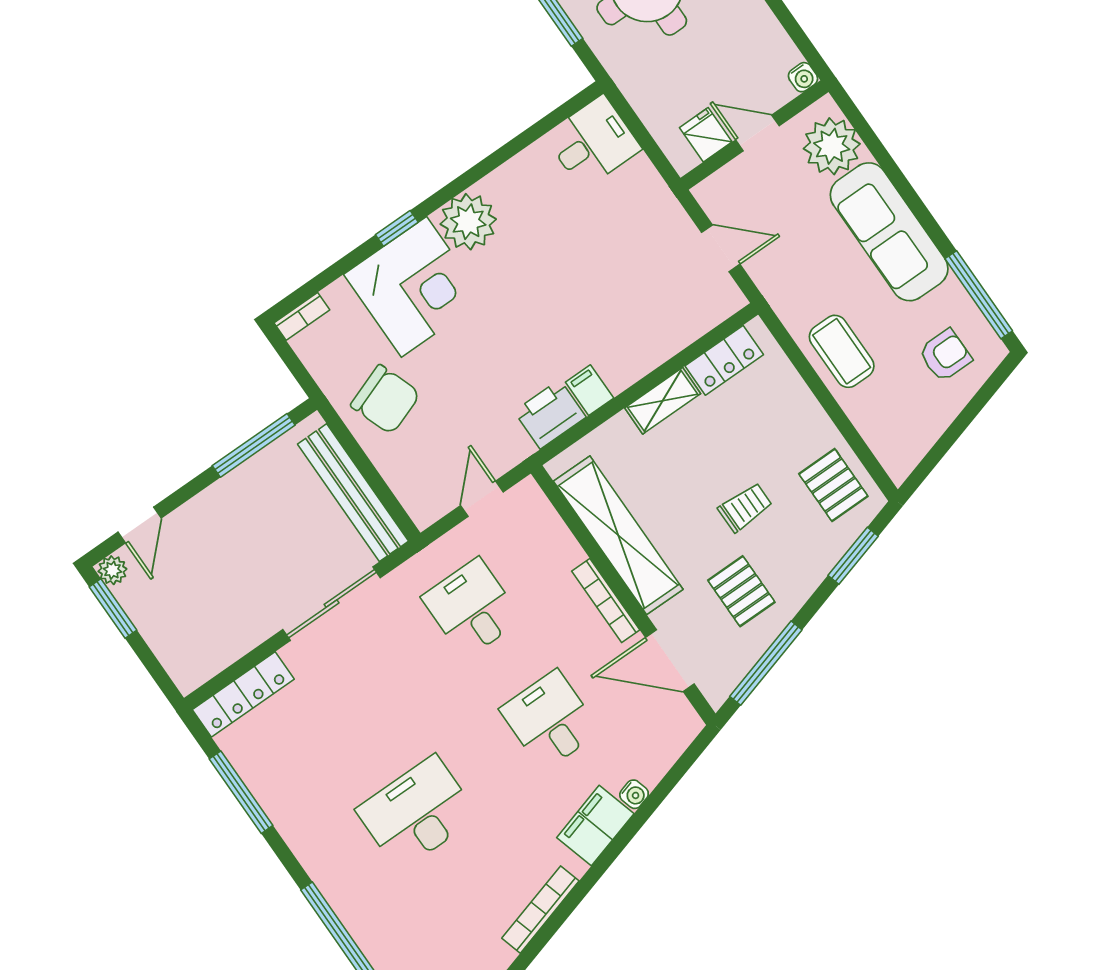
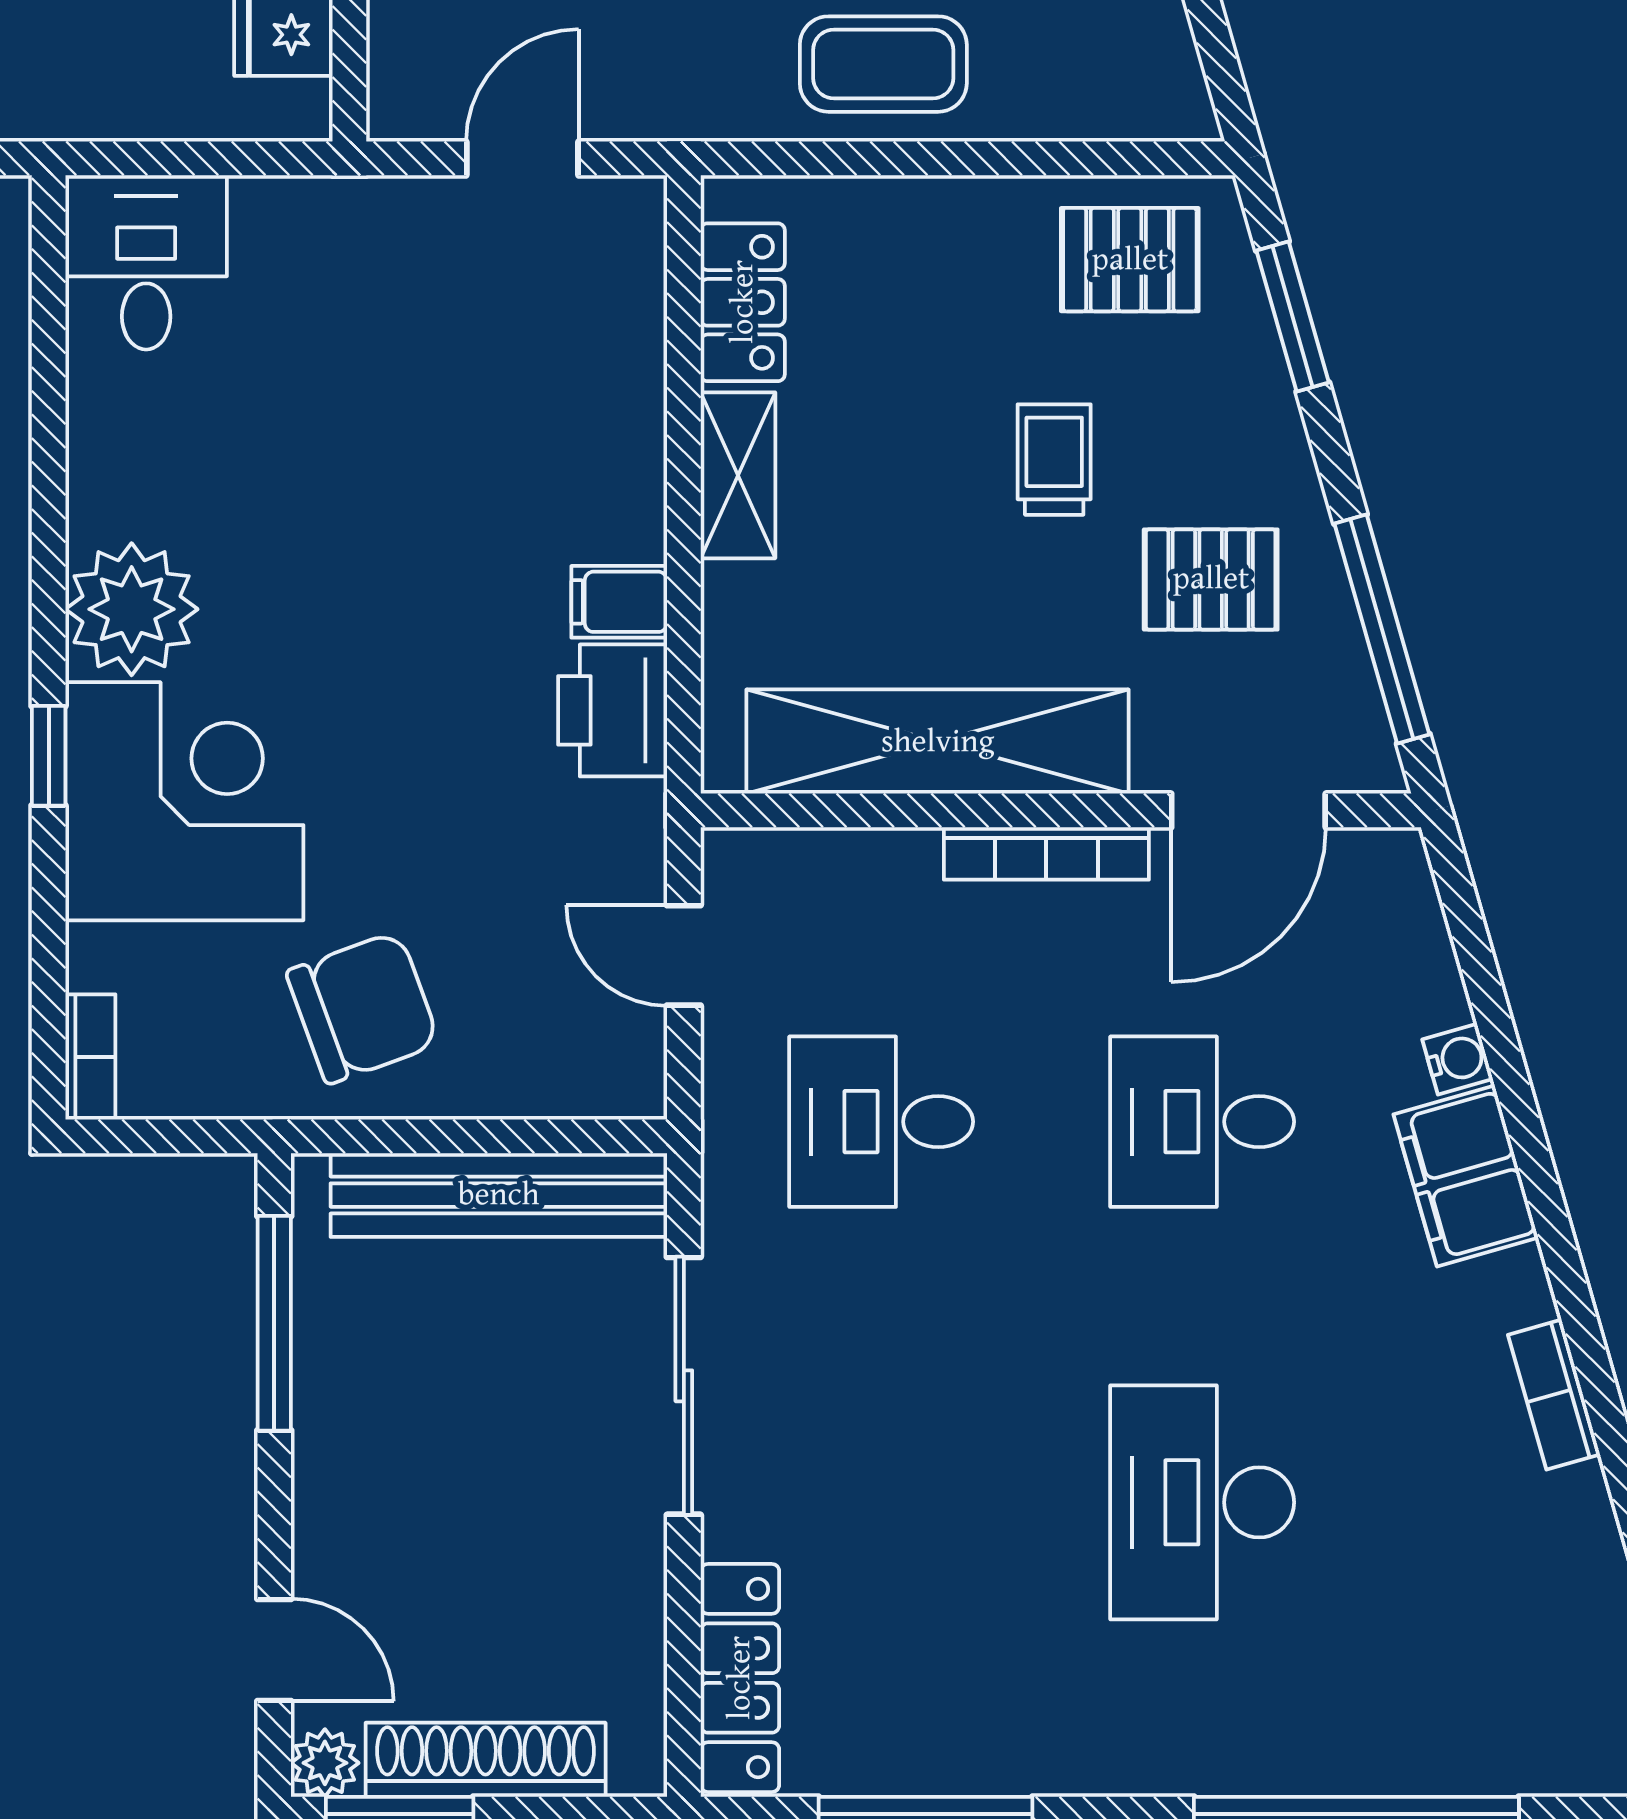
shoe rack: (153, 625) -> (486, 1760), added
bookcase: (540, 910) -> (1554, 1395), width x0.64

